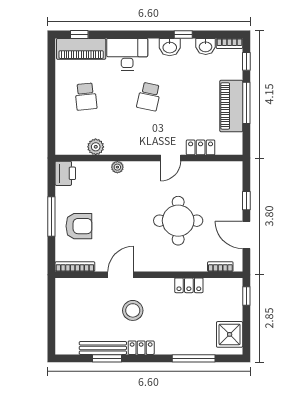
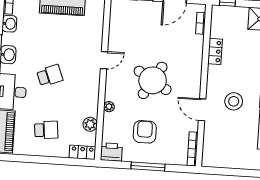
school desk: (149, 97) -> (50, 75), turned -33
locker: (201, 147) -> (82, 152), moved, turned 90
door: (171, 158) -> (104, 60), hinge flipped
round table: (178, 221) -> (153, 80), moved, turned 31
armchair: (79, 226) -> (145, 132), moved

